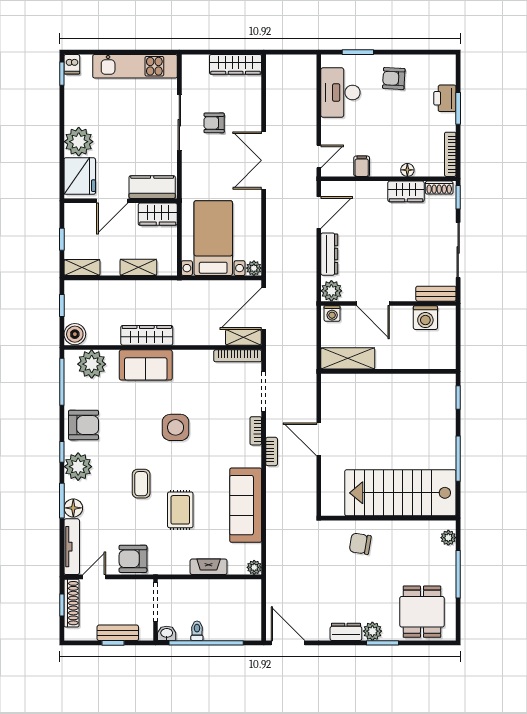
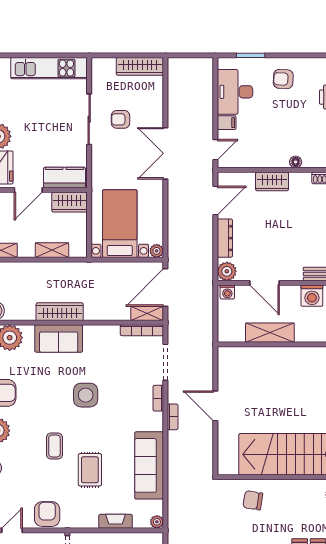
filing cabinet: (362, 166) -> (227, 123), moved, turned 90
wardrobe: (406, 191) -> (272, 181), moved
shelving: (348, 358) -> (270, 333), moved
armchair: (133, 559) -> (47, 514), turned 90

